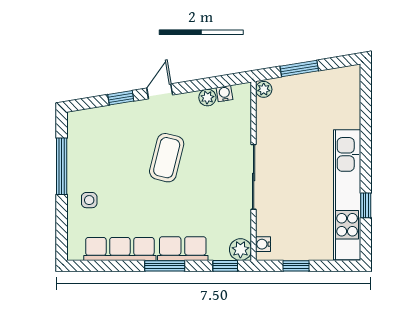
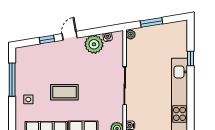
plant: (207, 98) -> (94, 44), width x1.88, depth x1.88
coffee table: (167, 158) -> (64, 92), moved, turned 76
window: (366, 205) -> (190, 58), moved

